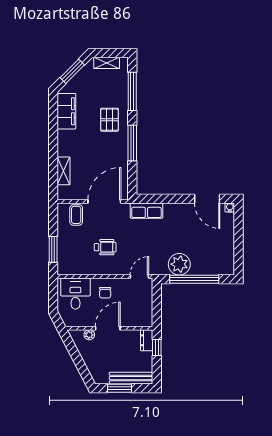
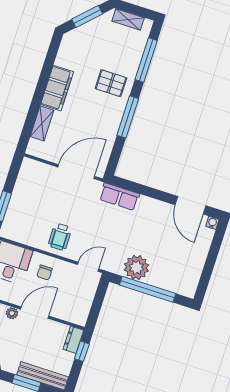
filing cabinet: (66, 111) -> (57, 88), moved
pallet: (109, 120) -> (111, 83), turned 90
coffee table: (76, 215) -> (40, 176), removed
wheelchair: (105, 247) -> (60, 237), moved, turned 89

